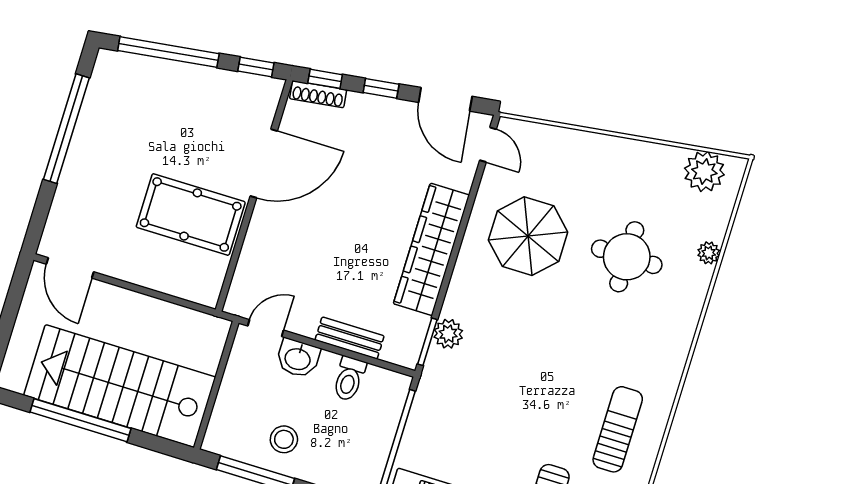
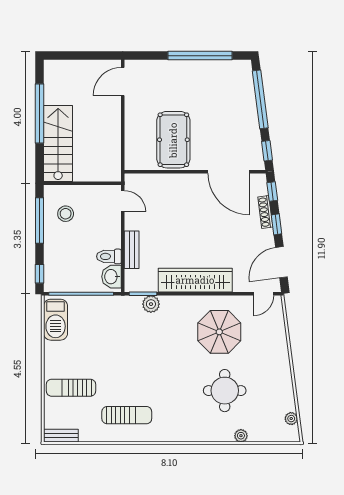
shoe rack: (318, 94) -> (265, 212), moved
door: (264, 163) -> (229, 172), moved
plant: (704, 171) -> (291, 419), width x0.53, depth x0.53
washbasin: (298, 358) -> (111, 277), moved
stairs: (120, 386) -> (58, 143), width x0.73, depth x0.66
stool: (284, 439) -> (66, 214), moved

